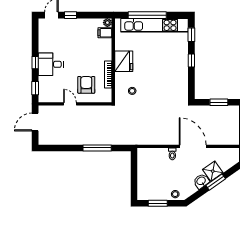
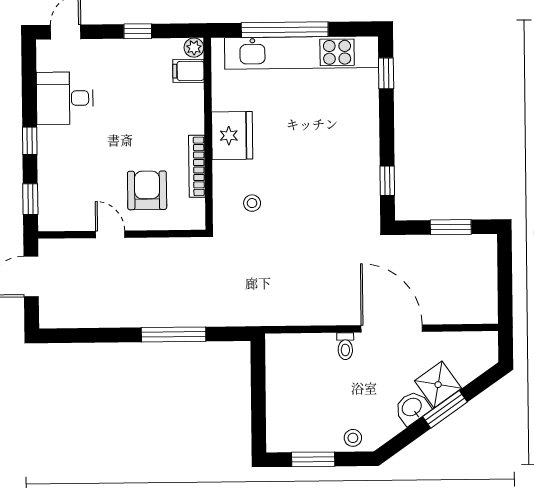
window: (71, 15) -> (138, 31), moved
window: (191, 61) -> (387, 181), moved
desk: (51, 64) -> (65, 98), moved

